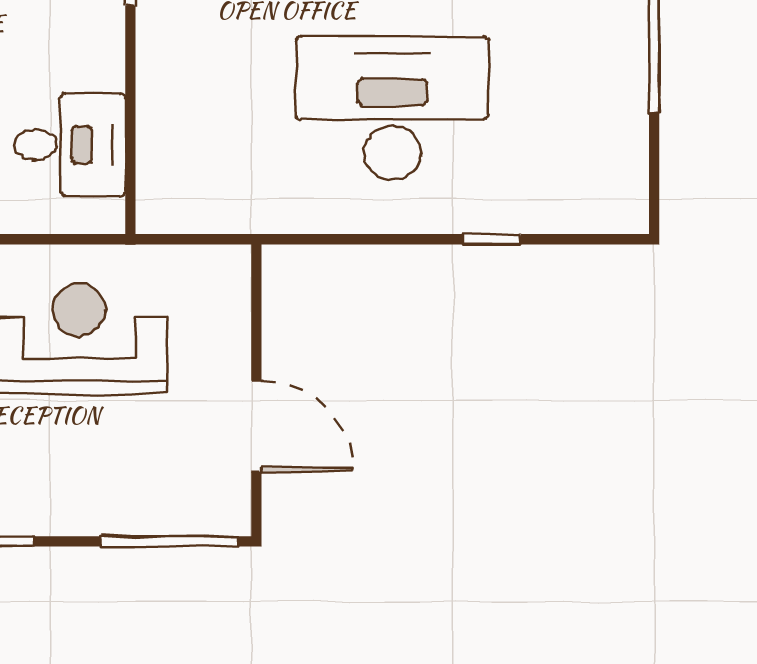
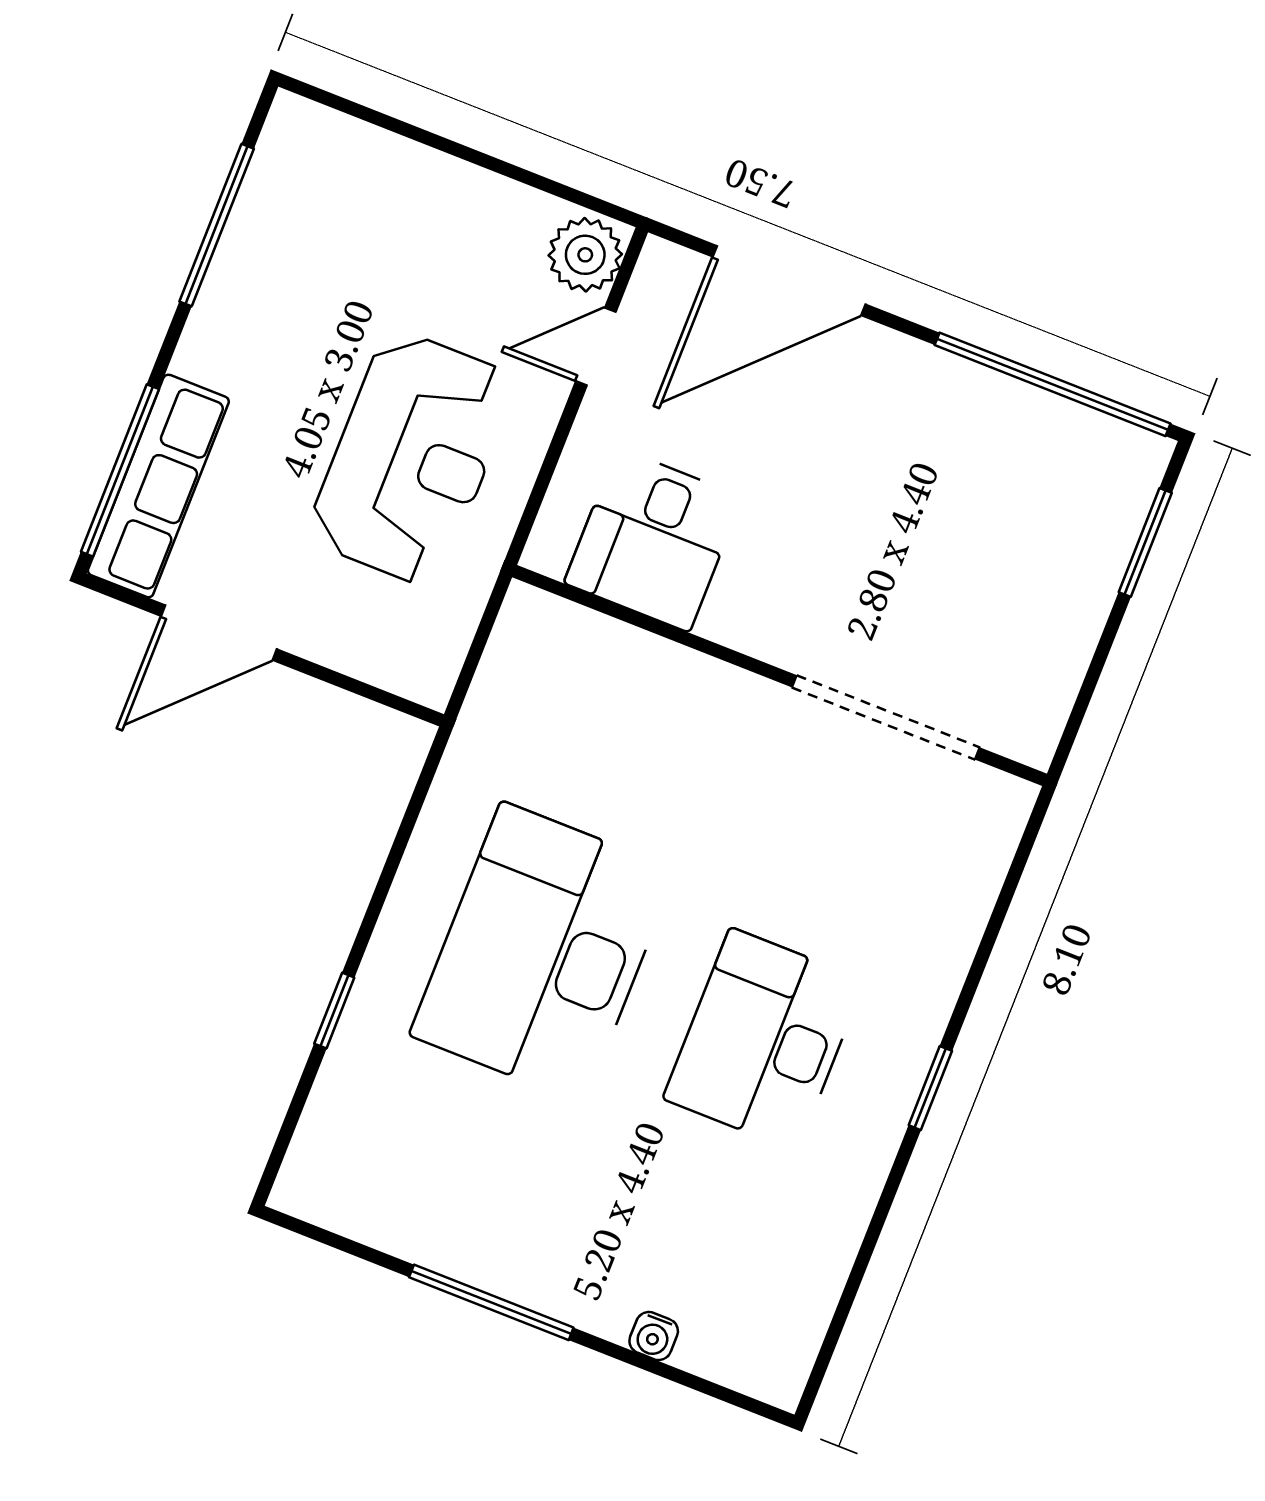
desk: (392, 108) -> (543, 952), turned 180
row of seats: (169, 510) -> (158, 486), added

